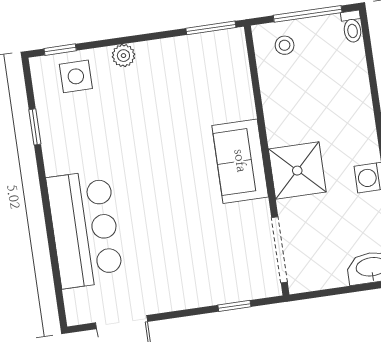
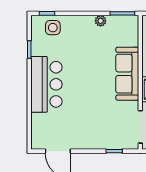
plant: (123, 56) -> (101, 21), moved
sofa: (240, 161) -> (127, 74), width x1.36
bar counter: (85, 229) -> (46, 84), moved

